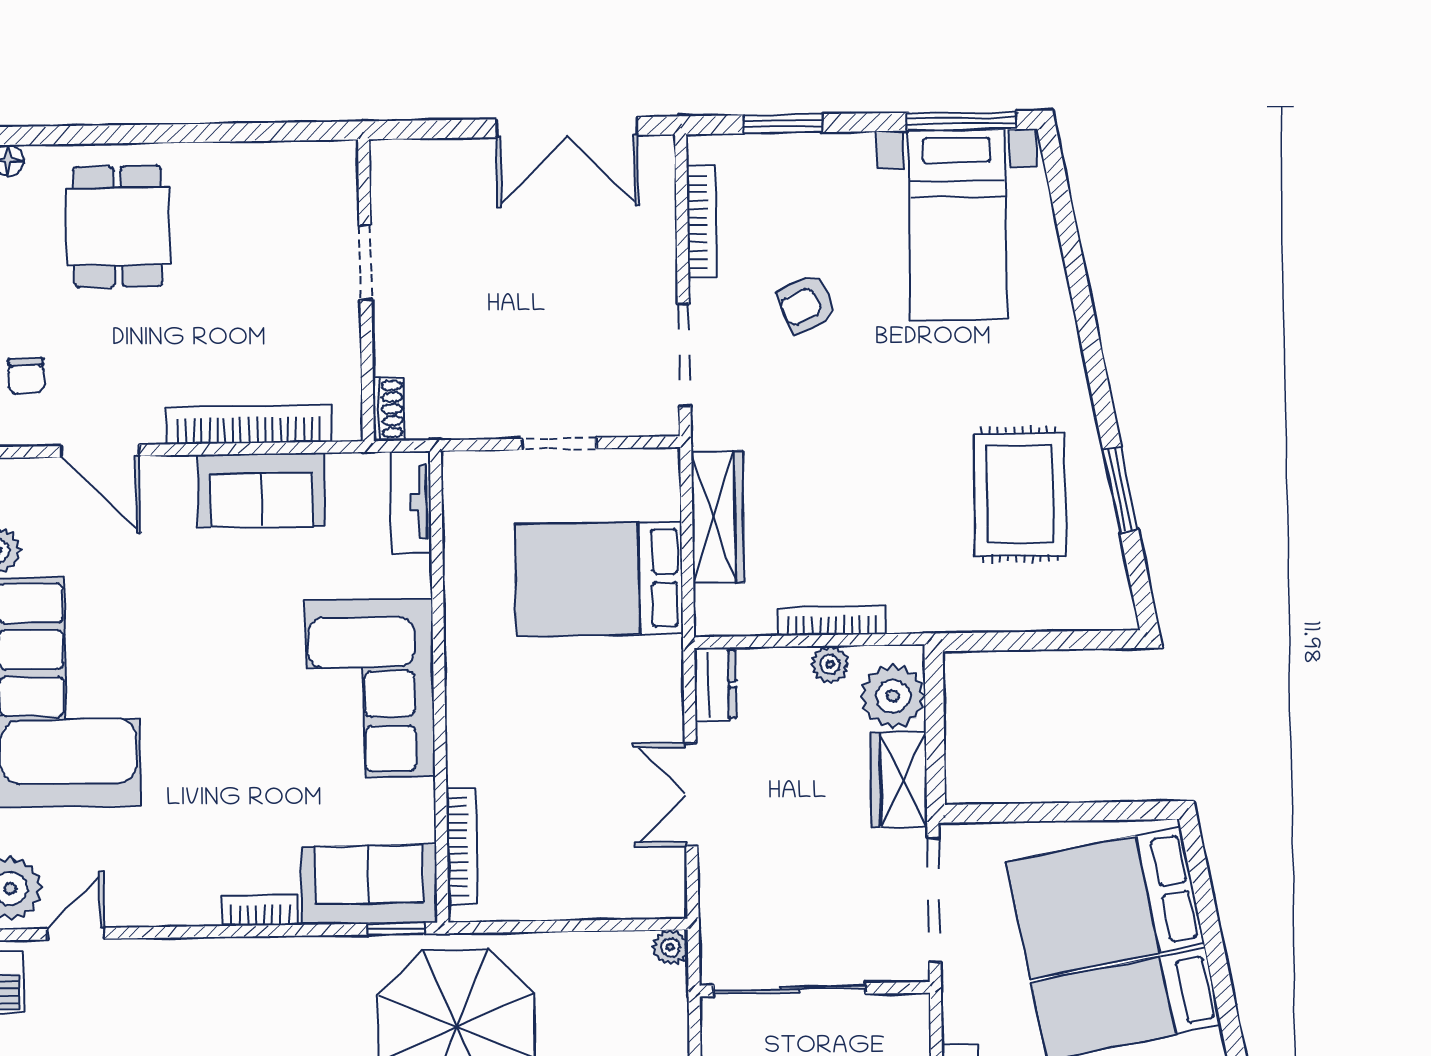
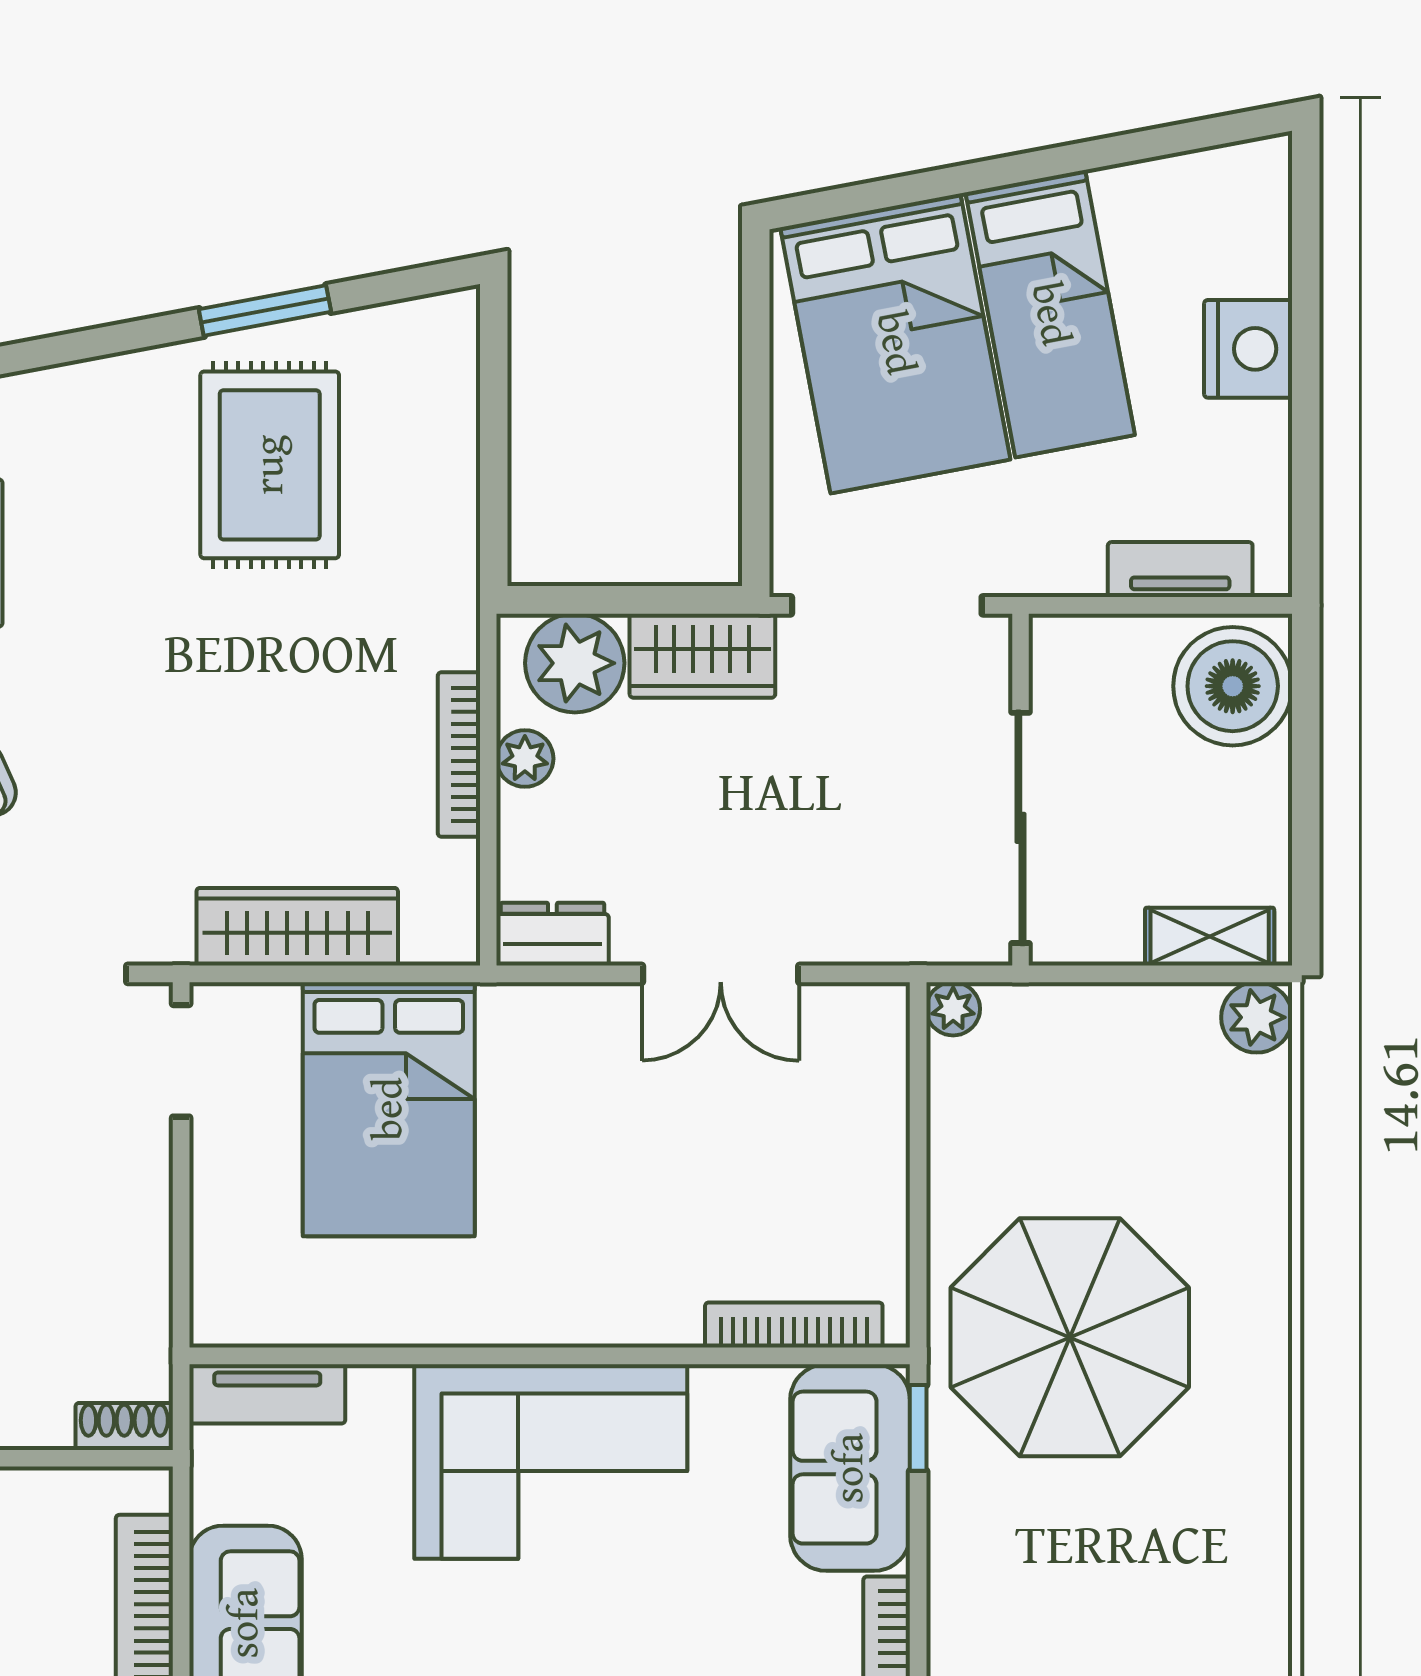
doorway: (559, 444) -> (181, 1061), moved
rug: (1020, 494) -> (270, 465), turned 90

